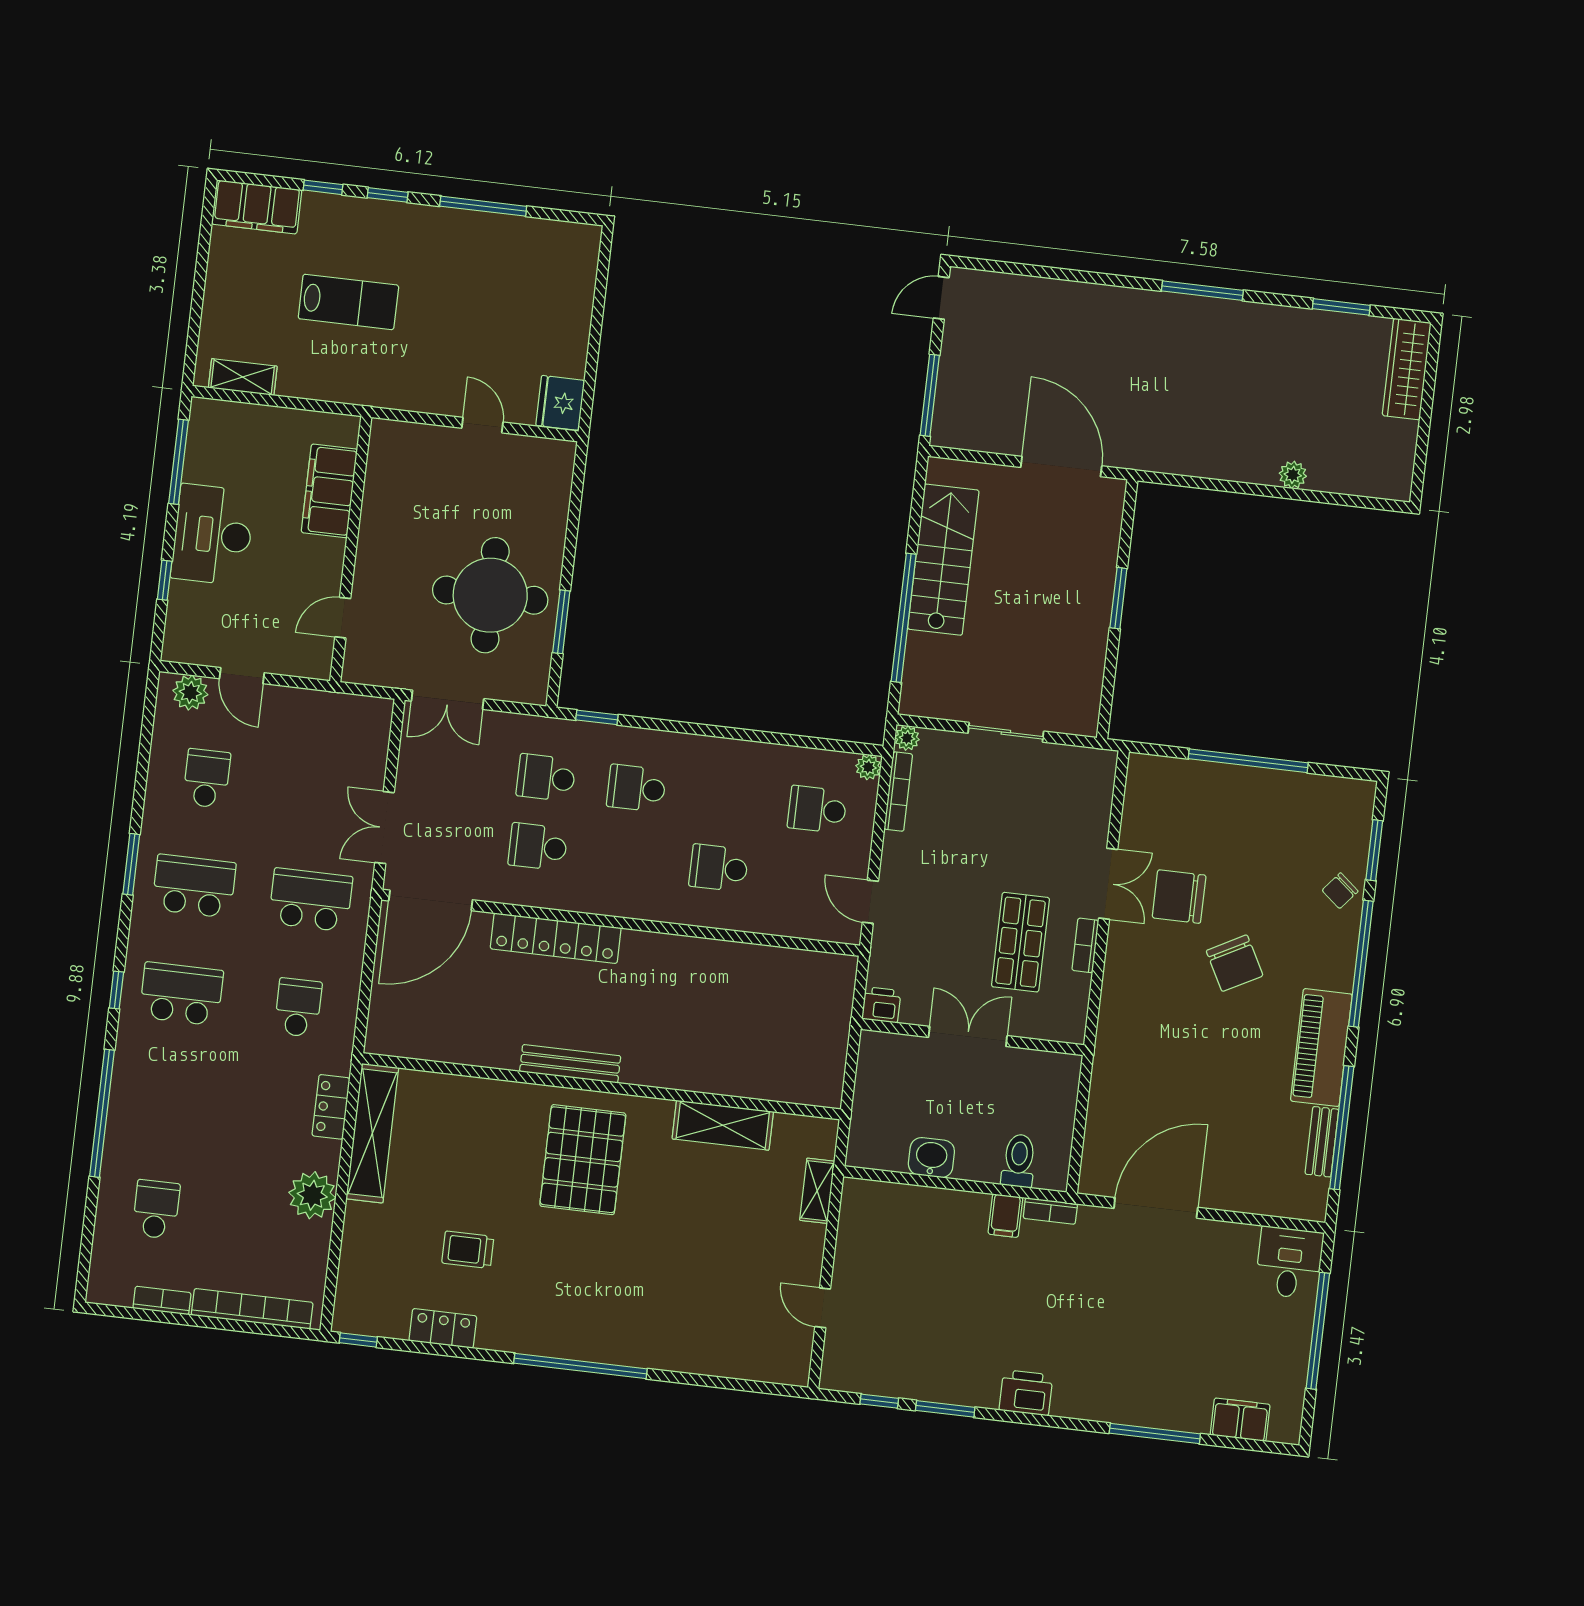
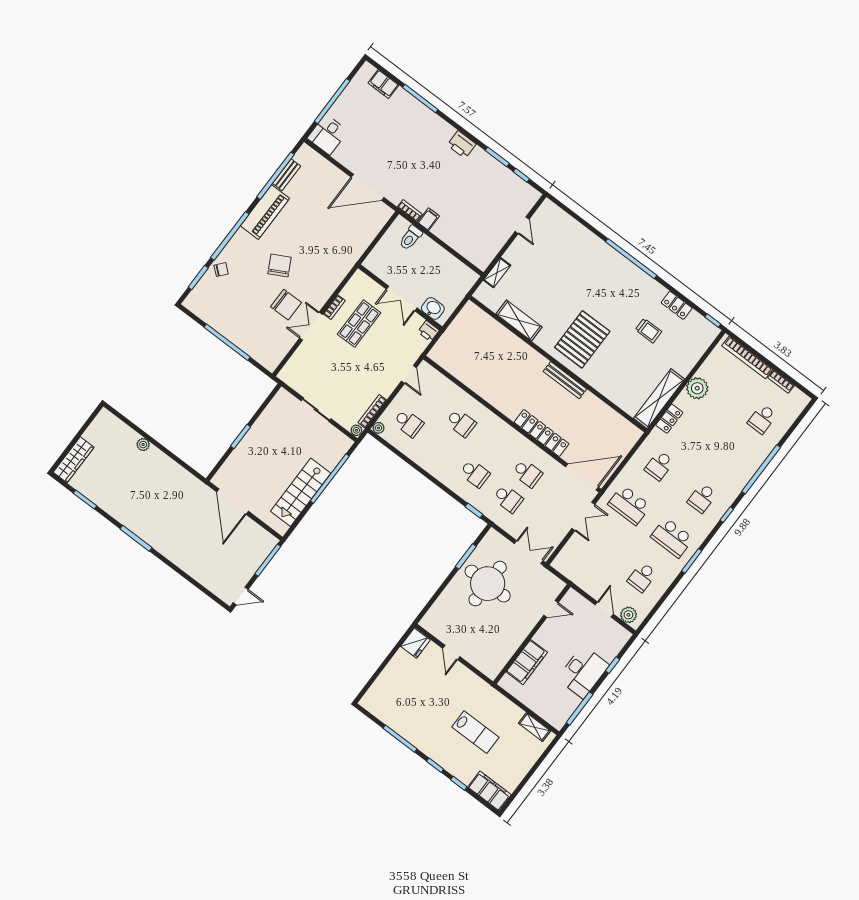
lab bench: (348, 302) -> (475, 732), turned 180
school desk: (181, 994) -> (702, 498), width x0.54
washbasin: (931, 1158) -> (433, 308), moved, turned 180

